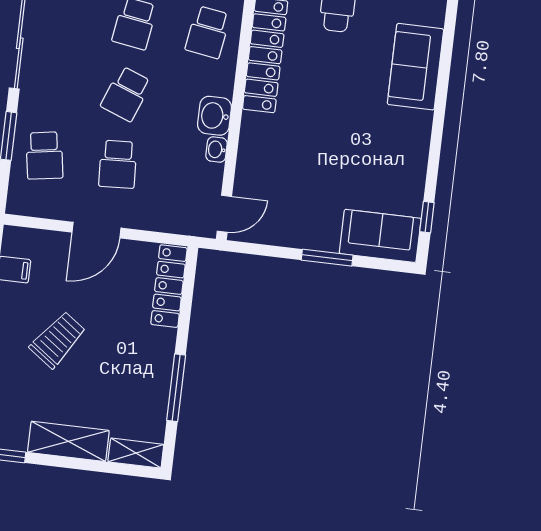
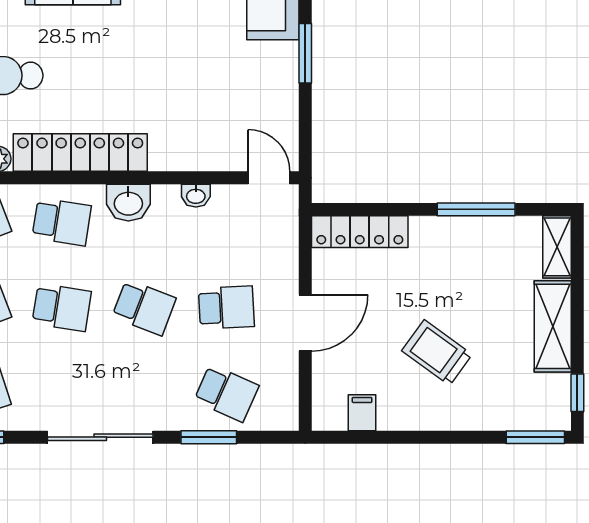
washbasin: (214, 116) -> (128, 203), moved
school desk: (44, 155) -> (226, 393), turned 33
door: (97, 230) -> (305, 323), hinge flipped

